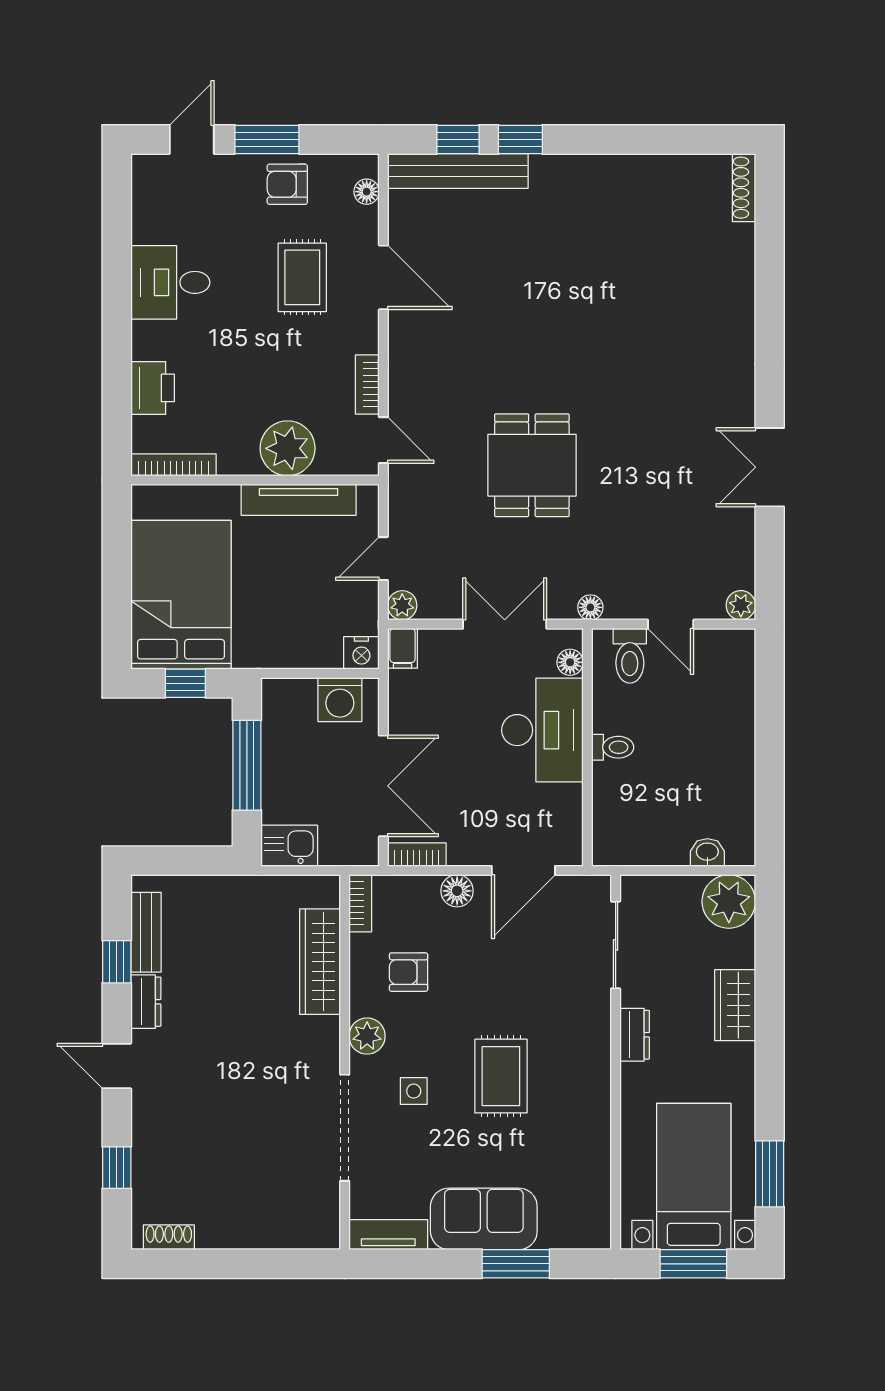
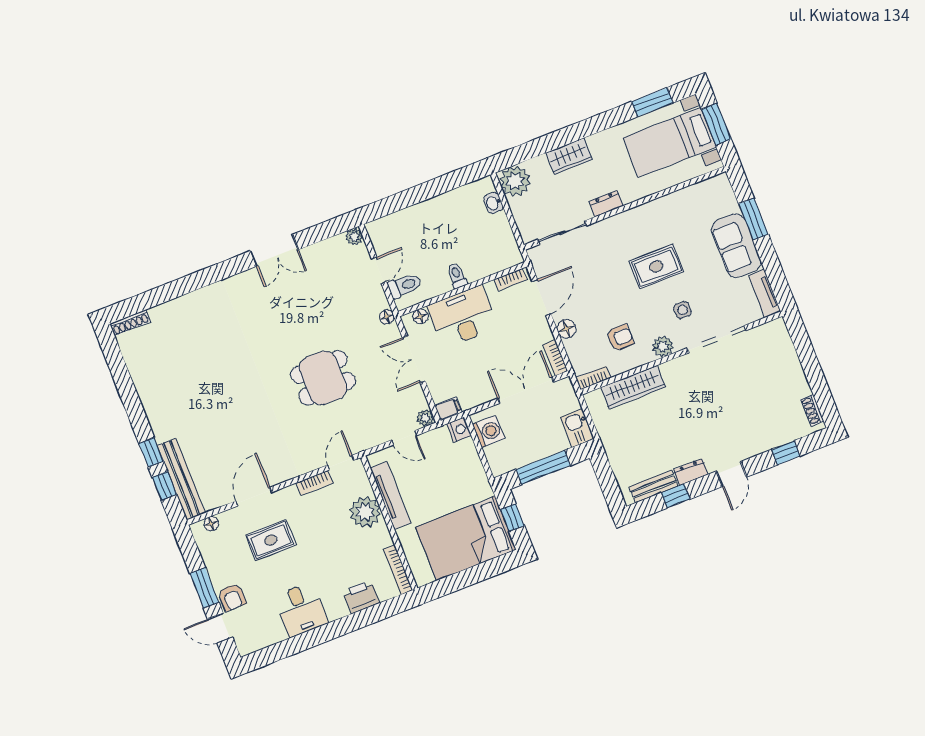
armchair: (287, 184) -> (232, 597), moved
bookcase: (573, 832) -> (511, 279), added
door: (523, 870) -> (542, 298), hinge flipped
armchair: (409, 972) -> (620, 338), turned -90

